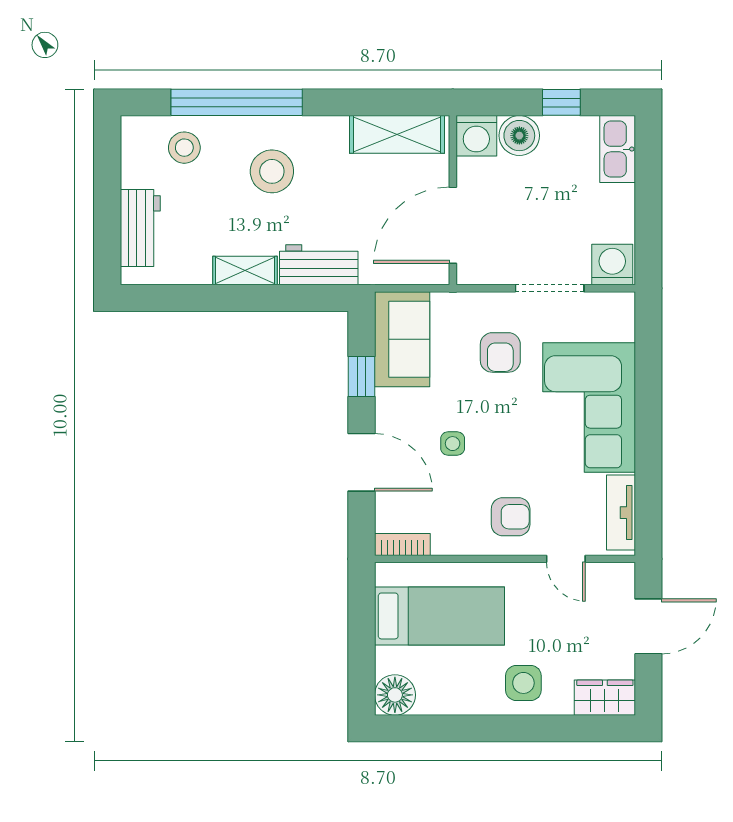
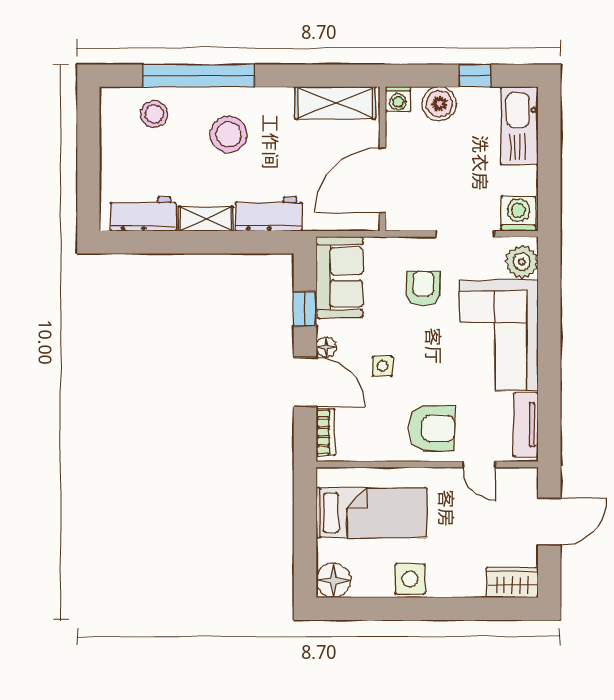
washing machine: (476, 136) -> (398, 99), width x0.73, depth x0.73
kitchen sink: (618, 149) -> (519, 126), width x1.36, depth x1.24
workbench: (140, 228) -> (143, 214), moved, turned -90
plant: (616, 321) -> (522, 262), added
armchair: (500, 352) -> (423, 289), turned 180
floor lamp: (386, 421) -> (326, 347), added
armchair: (511, 517) -> (432, 428), width x1.38, depth x1.38
bookcase: (402, 544) -> (326, 432), moved, turned 90
side table: (523, 683) -> (410, 579), moved

